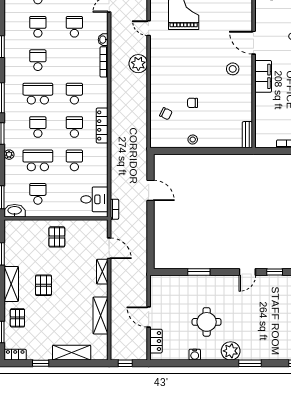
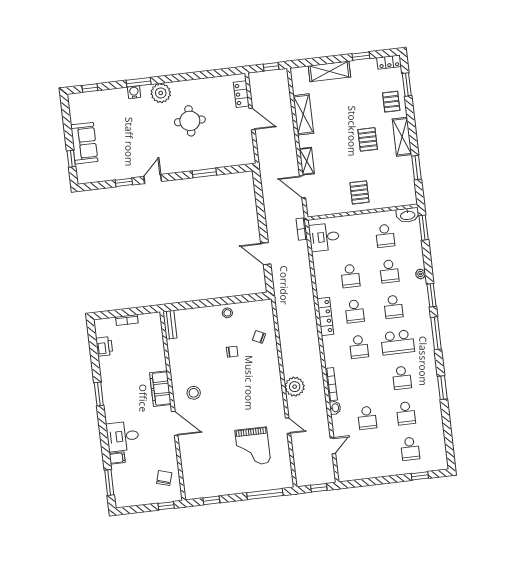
school desk: (38, 160) -> (389, 271), width x0.54
water cooler: (195, 355) -> (134, 92), moved

